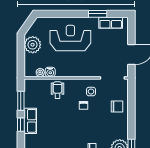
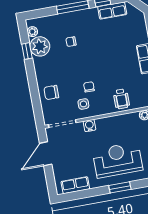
window: (98, 14) -> (120, 187), moved
reception desk: (70, 38) -> (118, 160), turned 180
water cooler: (50, 72) -> (89, 126), moved

